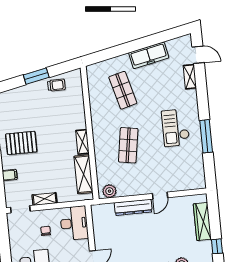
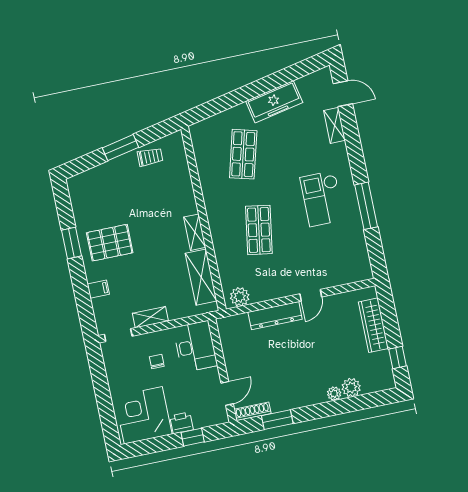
shop shelf: (123, 90) -> (243, 154), turned 30

